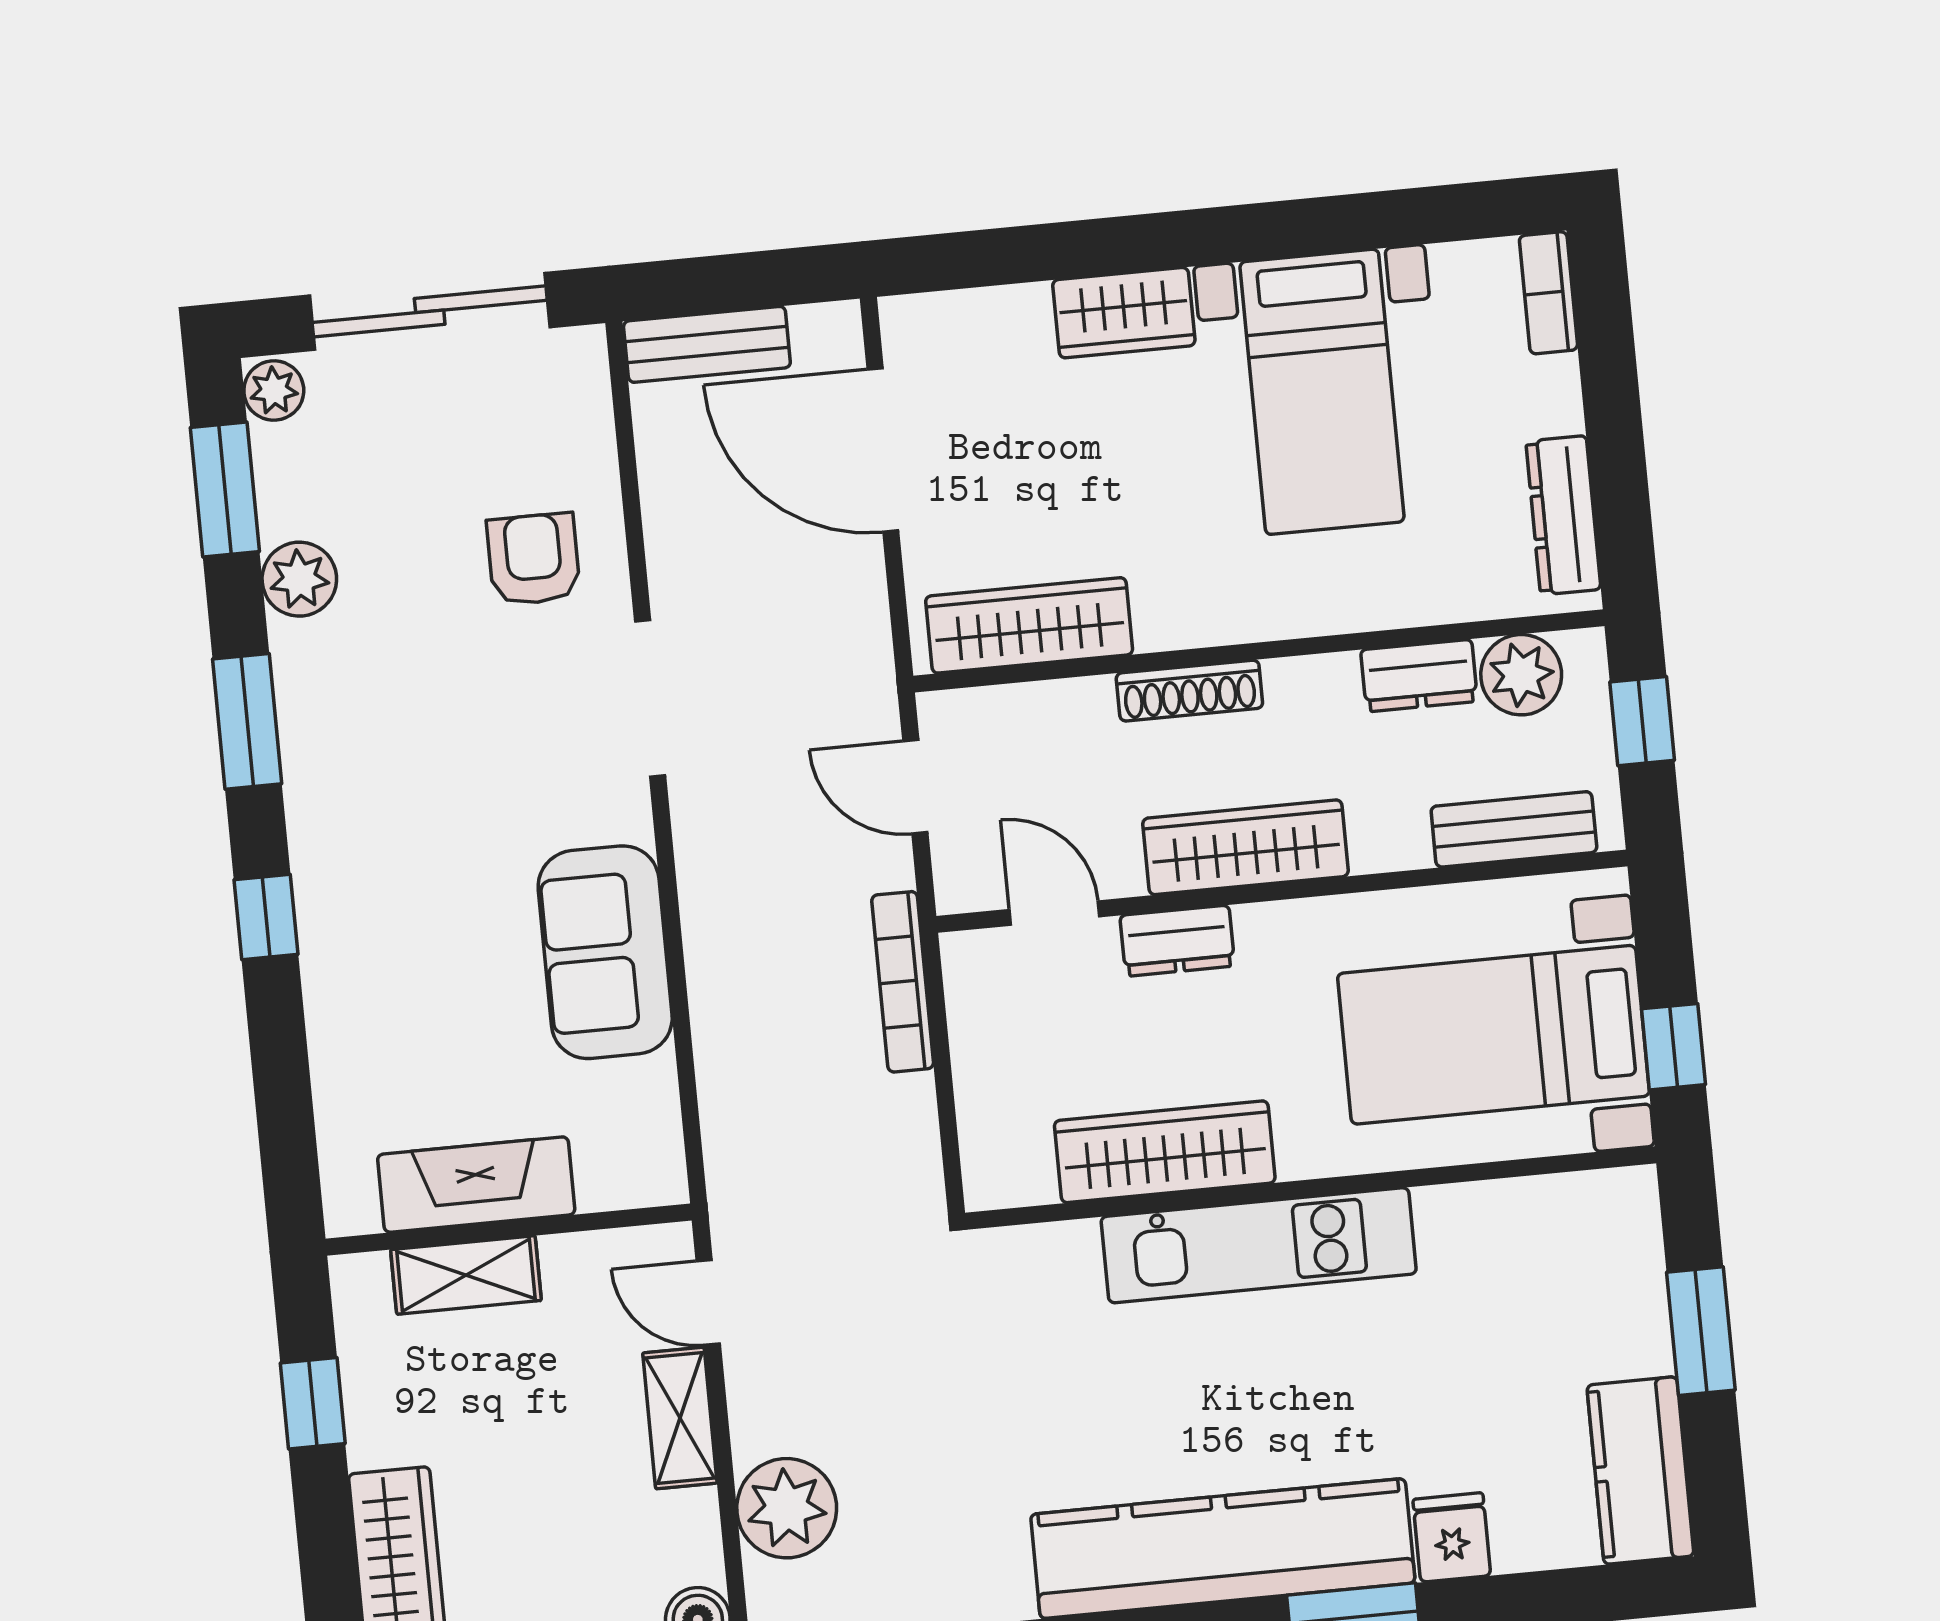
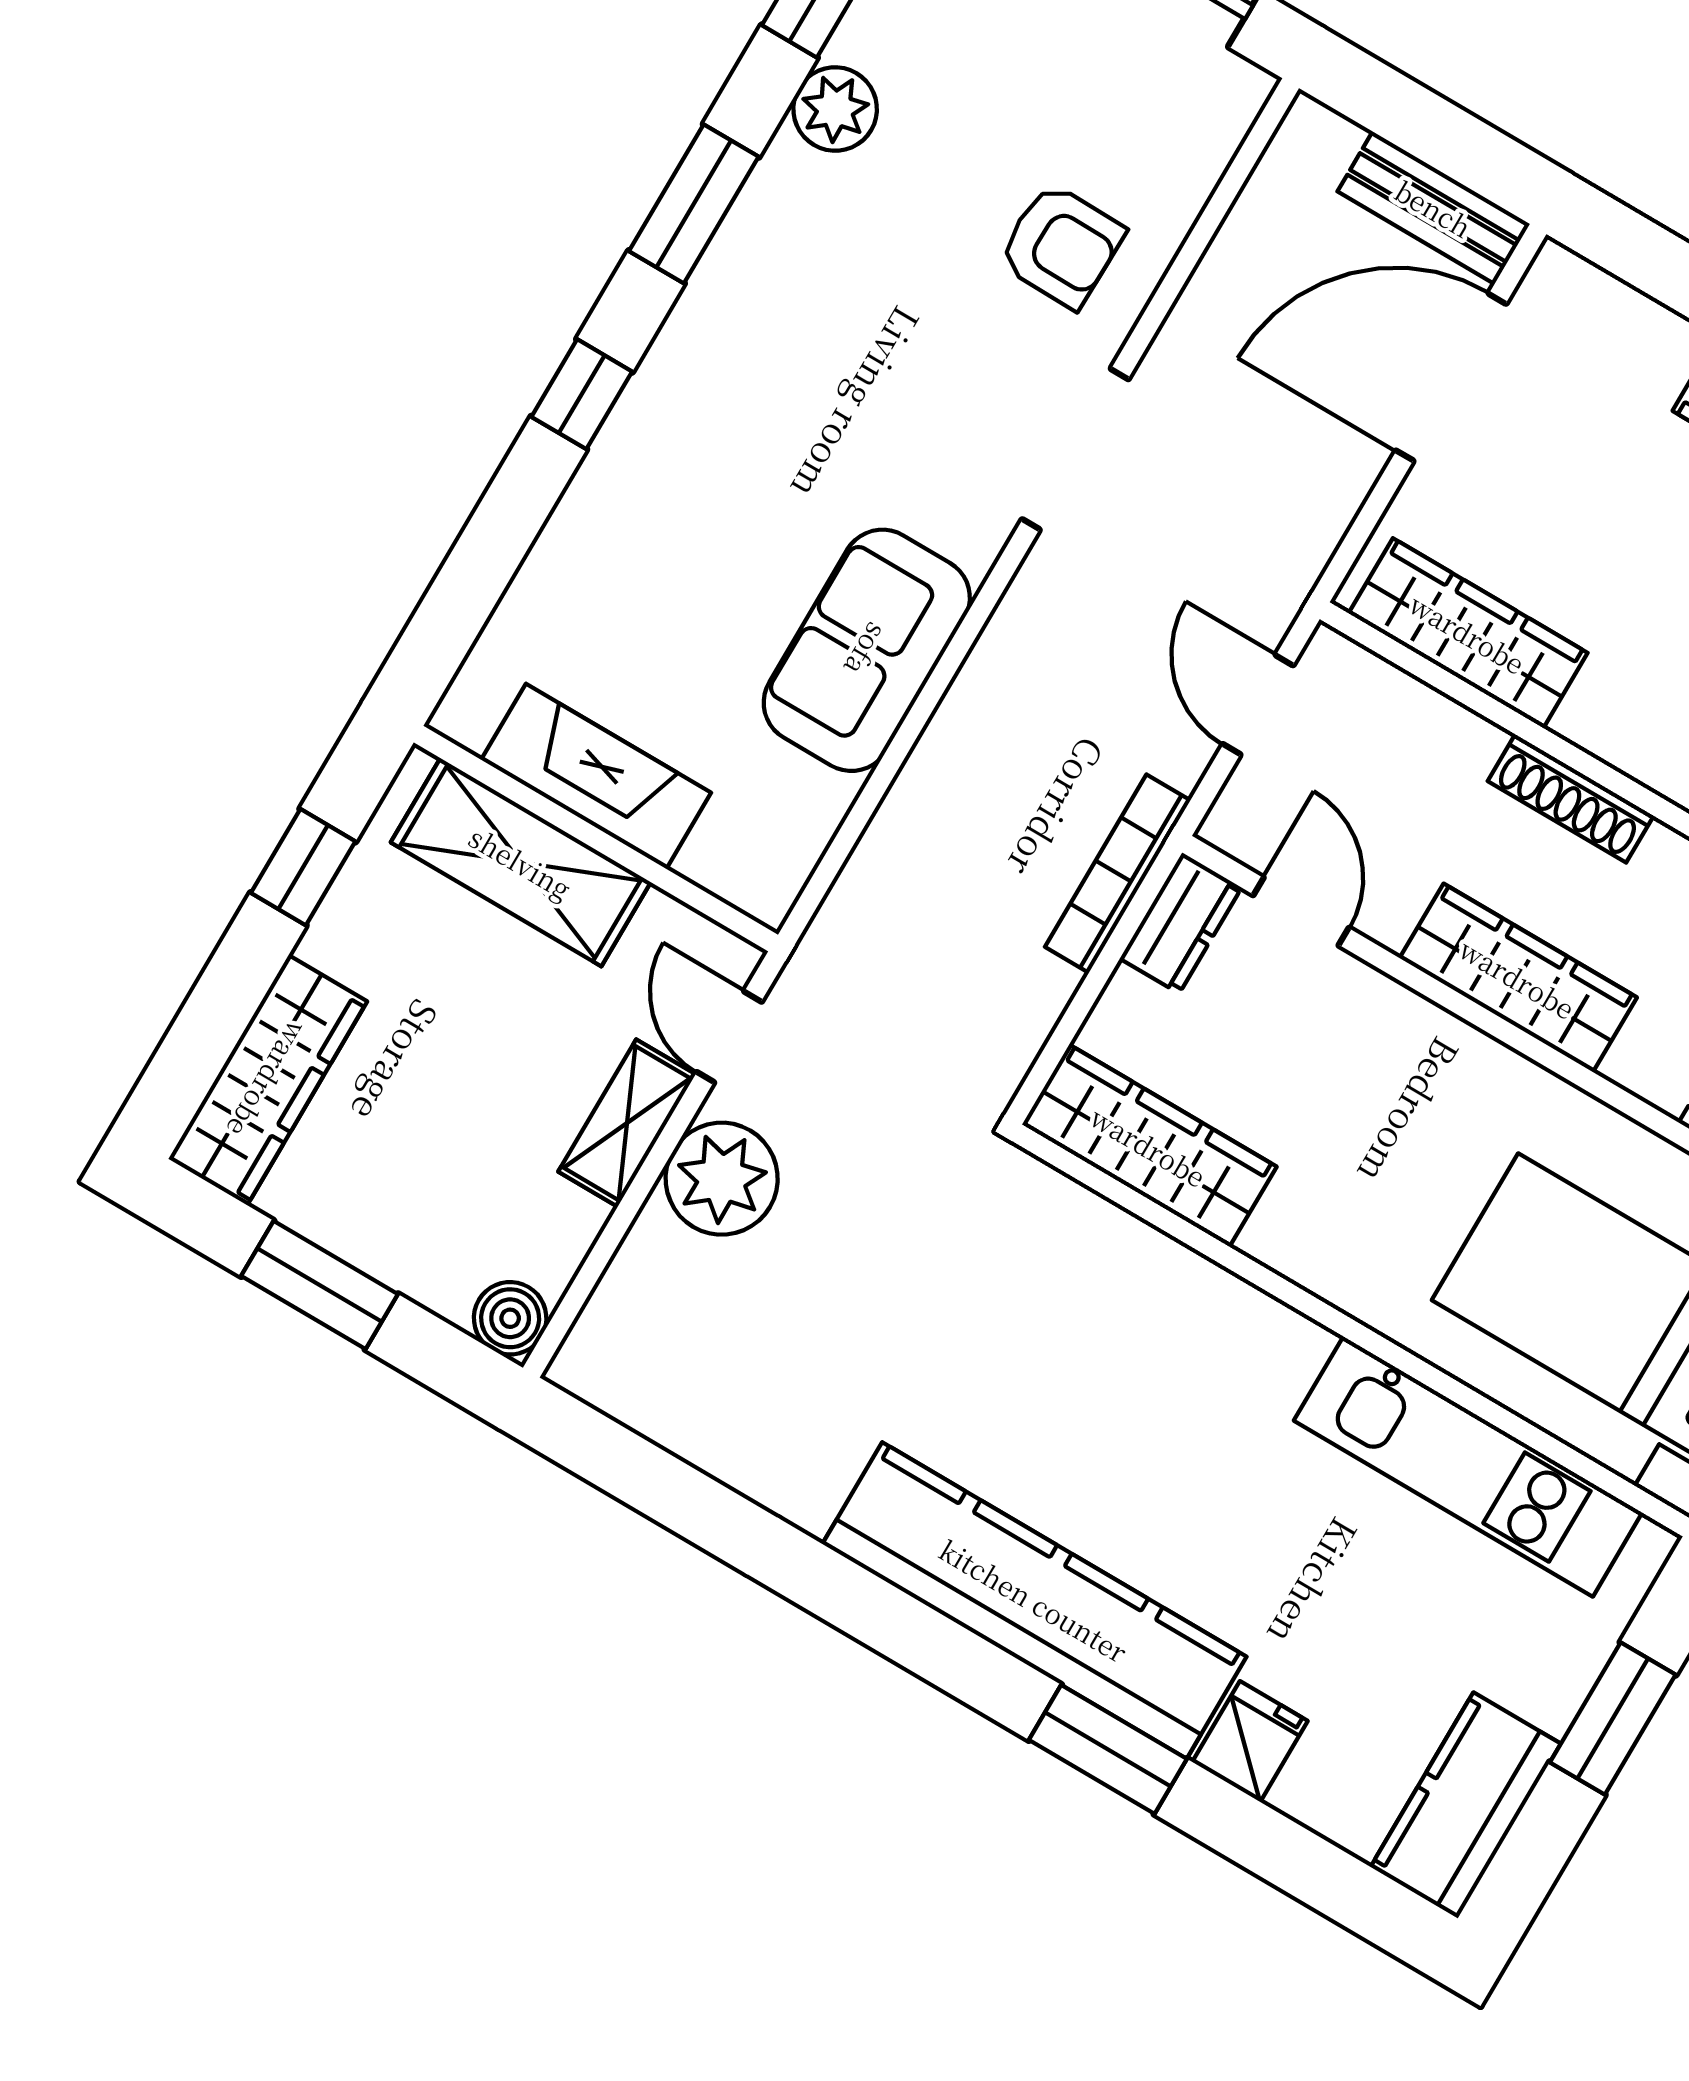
bench: (707, 344) -> (1434, 208), moved
door: (883, 450) -> (1451, 377), hinge flipped
armchair: (533, 559) -> (1061, 246), turned 91
dresser: (1177, 941) -> (1181, 923), moved, turned -90
wardrobe: (1165, 1152) -> (1149, 1146), moved
kitchen unit: (1259, 1245) -> (1468, 1467), moved
shelving: (466, 1275) -> (521, 862), width x1.50, depth x1.33
plant: (787, 1508) -> (722, 1179), moved

